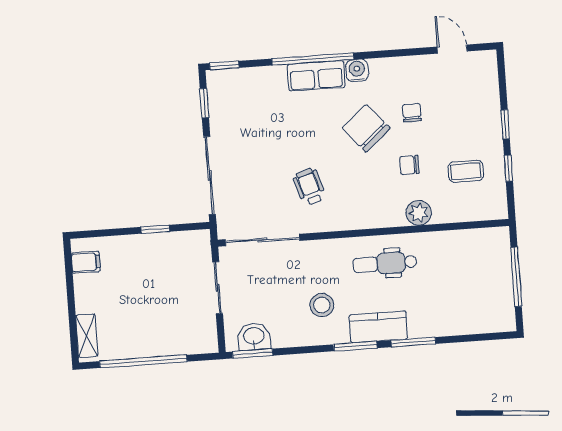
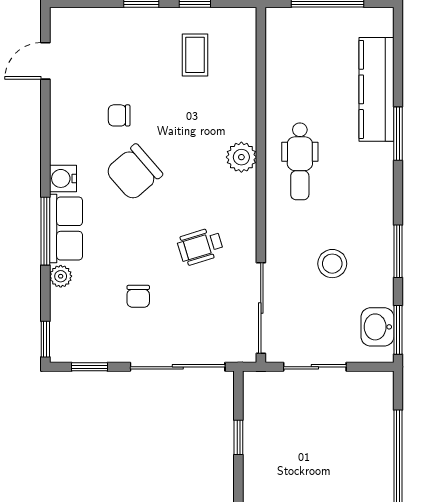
window: (313, 59) -> (45, 231), width x0.68
plant: (277, 74) -> (61, 276), added
chair: (409, 165) -> (138, 296), moved
plant: (419, 213) -> (241, 157), moved
stool: (322, 305) -> (332, 264), moved
kitchen counter: (378, 327) -> (376, 89), moved, width x1.50
window: (355, 346) -> (398, 251), moved

